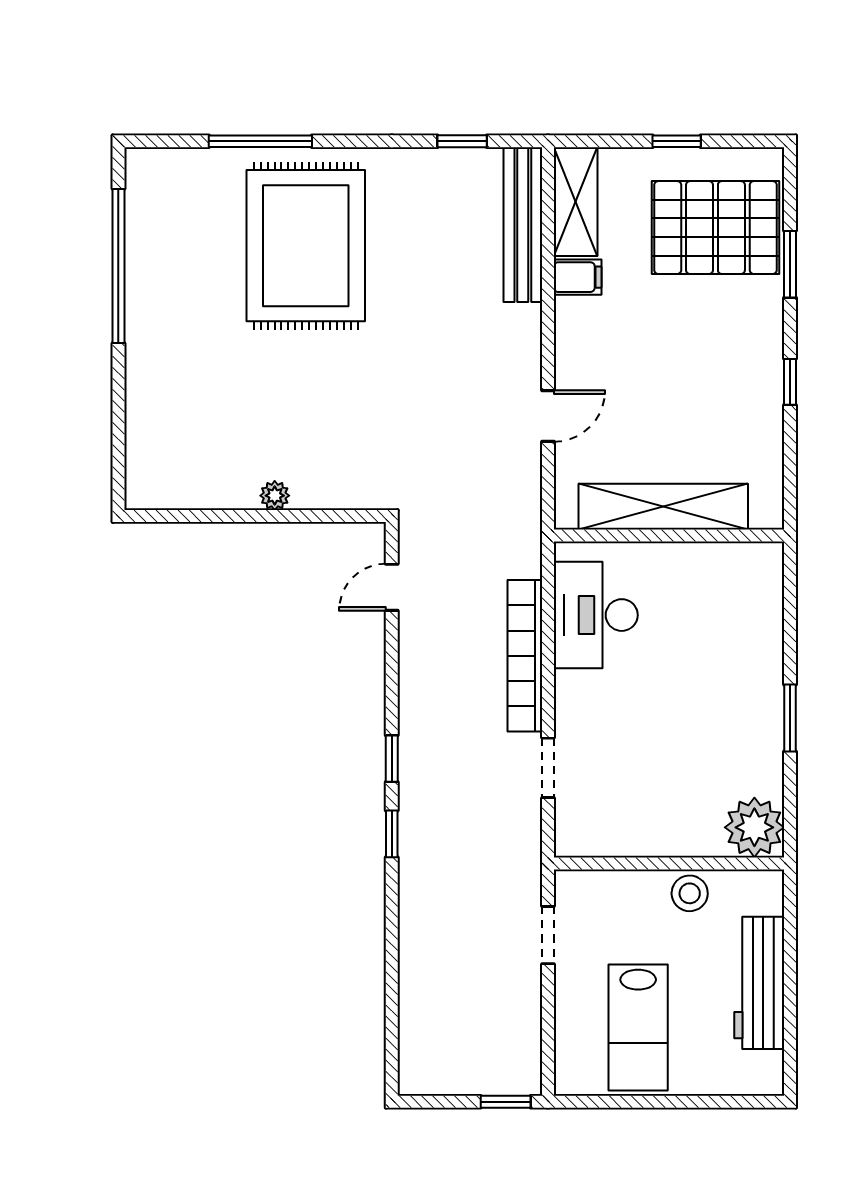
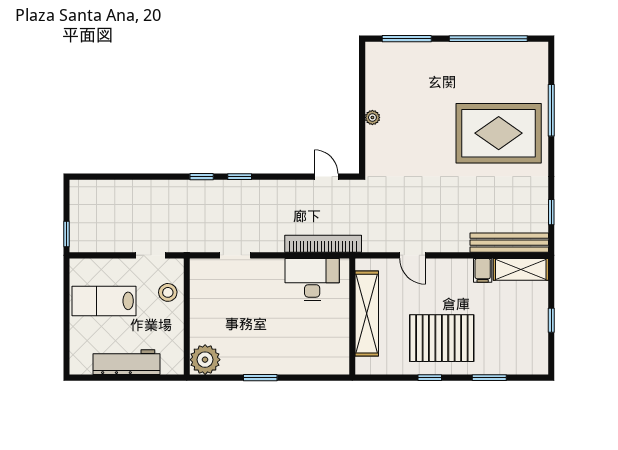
pallet: (715, 228) -> (442, 338), moved, turned 90
window: (118, 428) -> (407, 39), added
bookcase: (525, 656) -> (323, 244), moved
stool: (690, 893) -> (168, 292), moved

